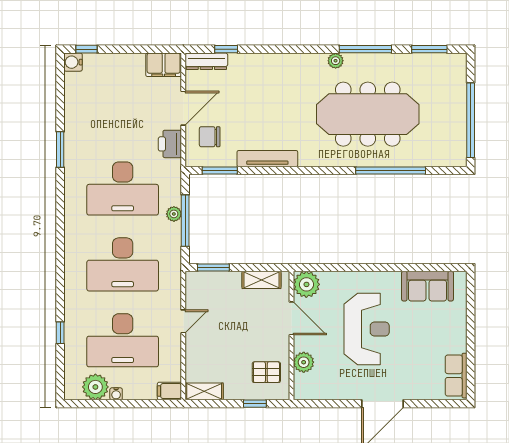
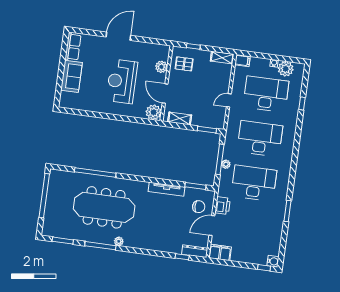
sofa: (427, 286) -> (71, 76), moved, turned 90

